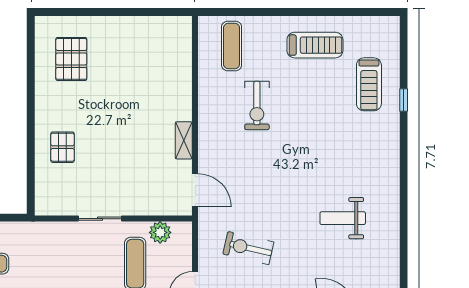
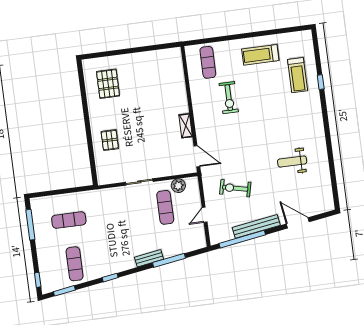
treadmill: (315, 45) -> (260, 55), turned 180

